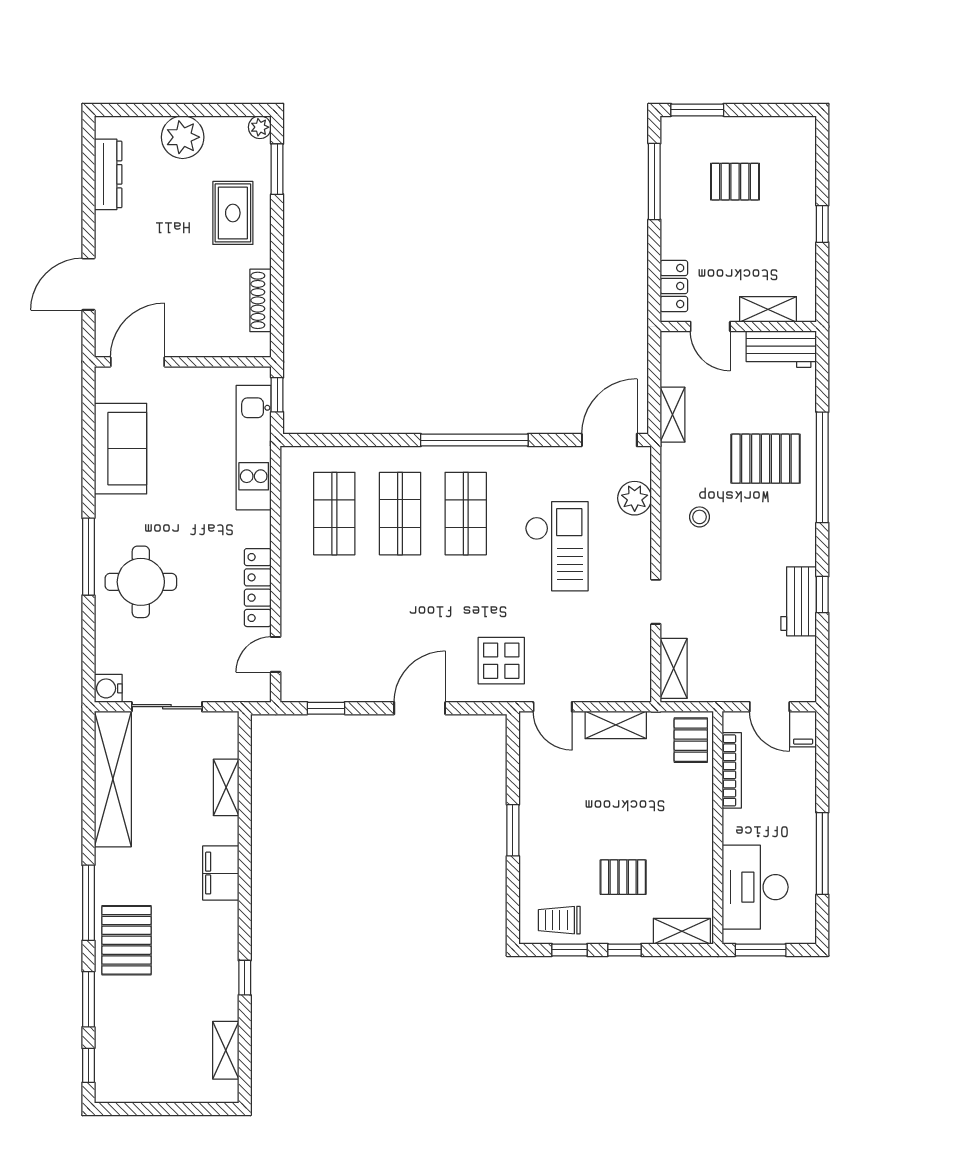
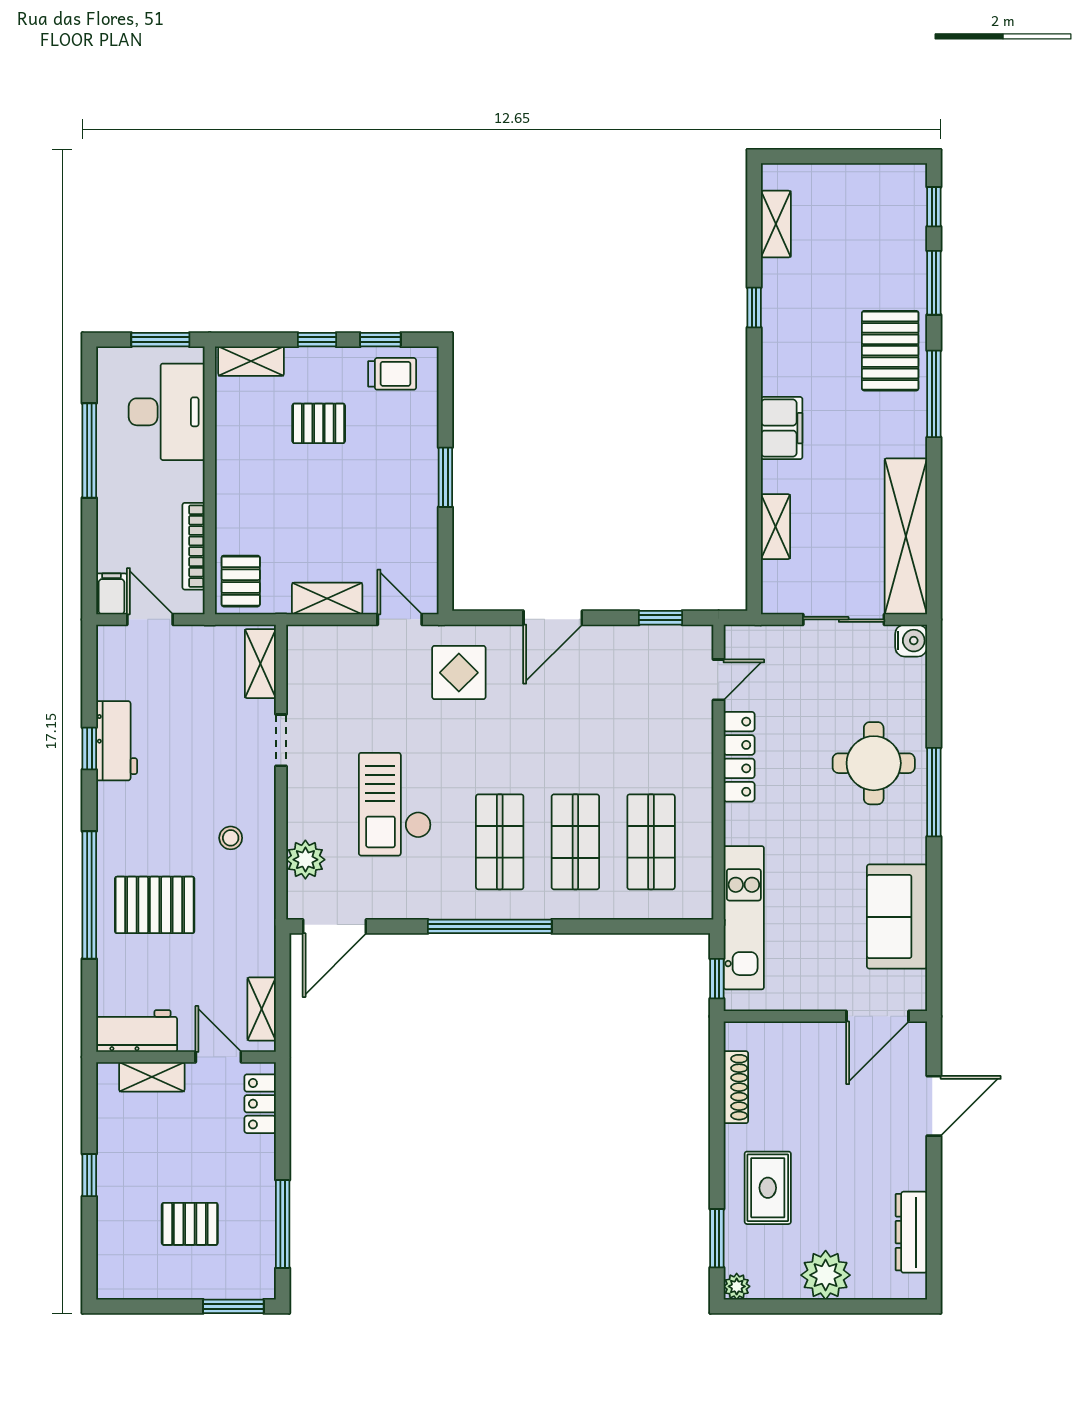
shelving: (673, 415) -> (262, 1009), moved

